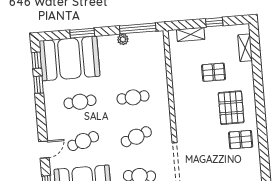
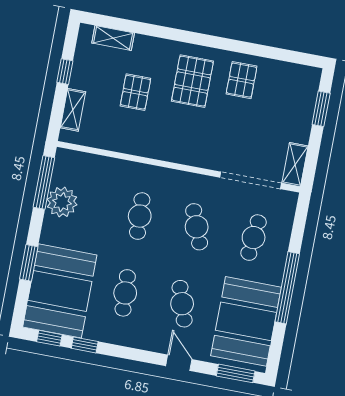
plant: (123, 39) -> (62, 202), width x1.88, depth x1.88
pallet: (231, 108) -> (192, 81), turned 90

